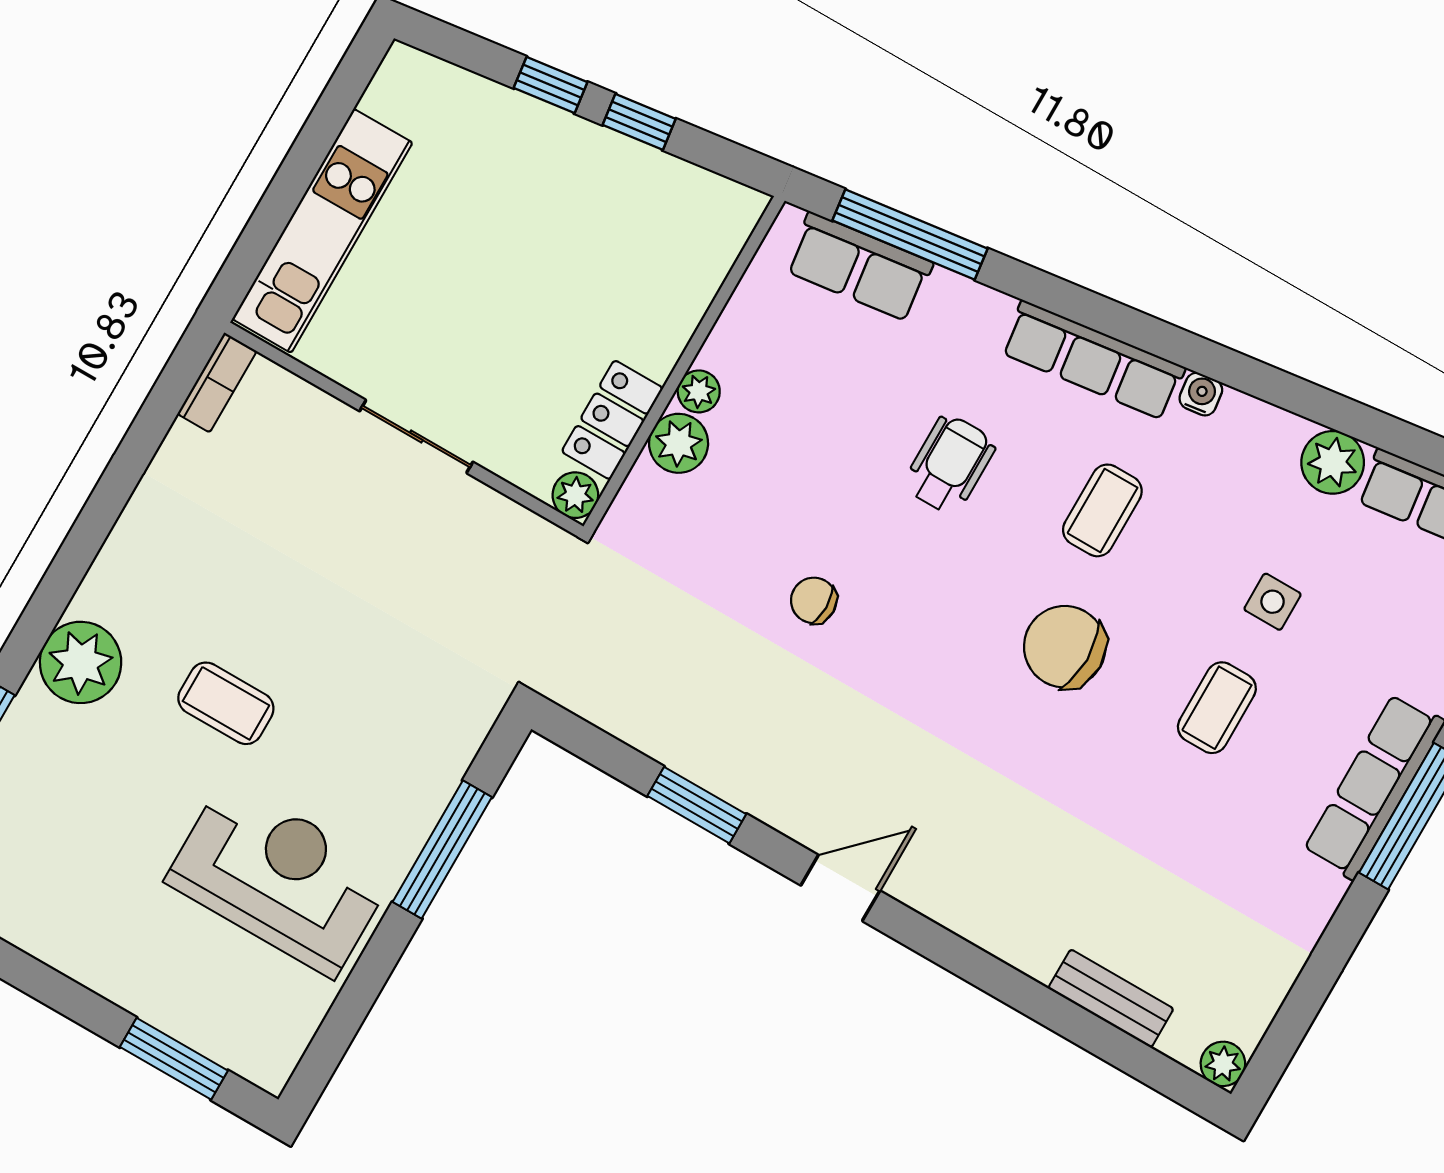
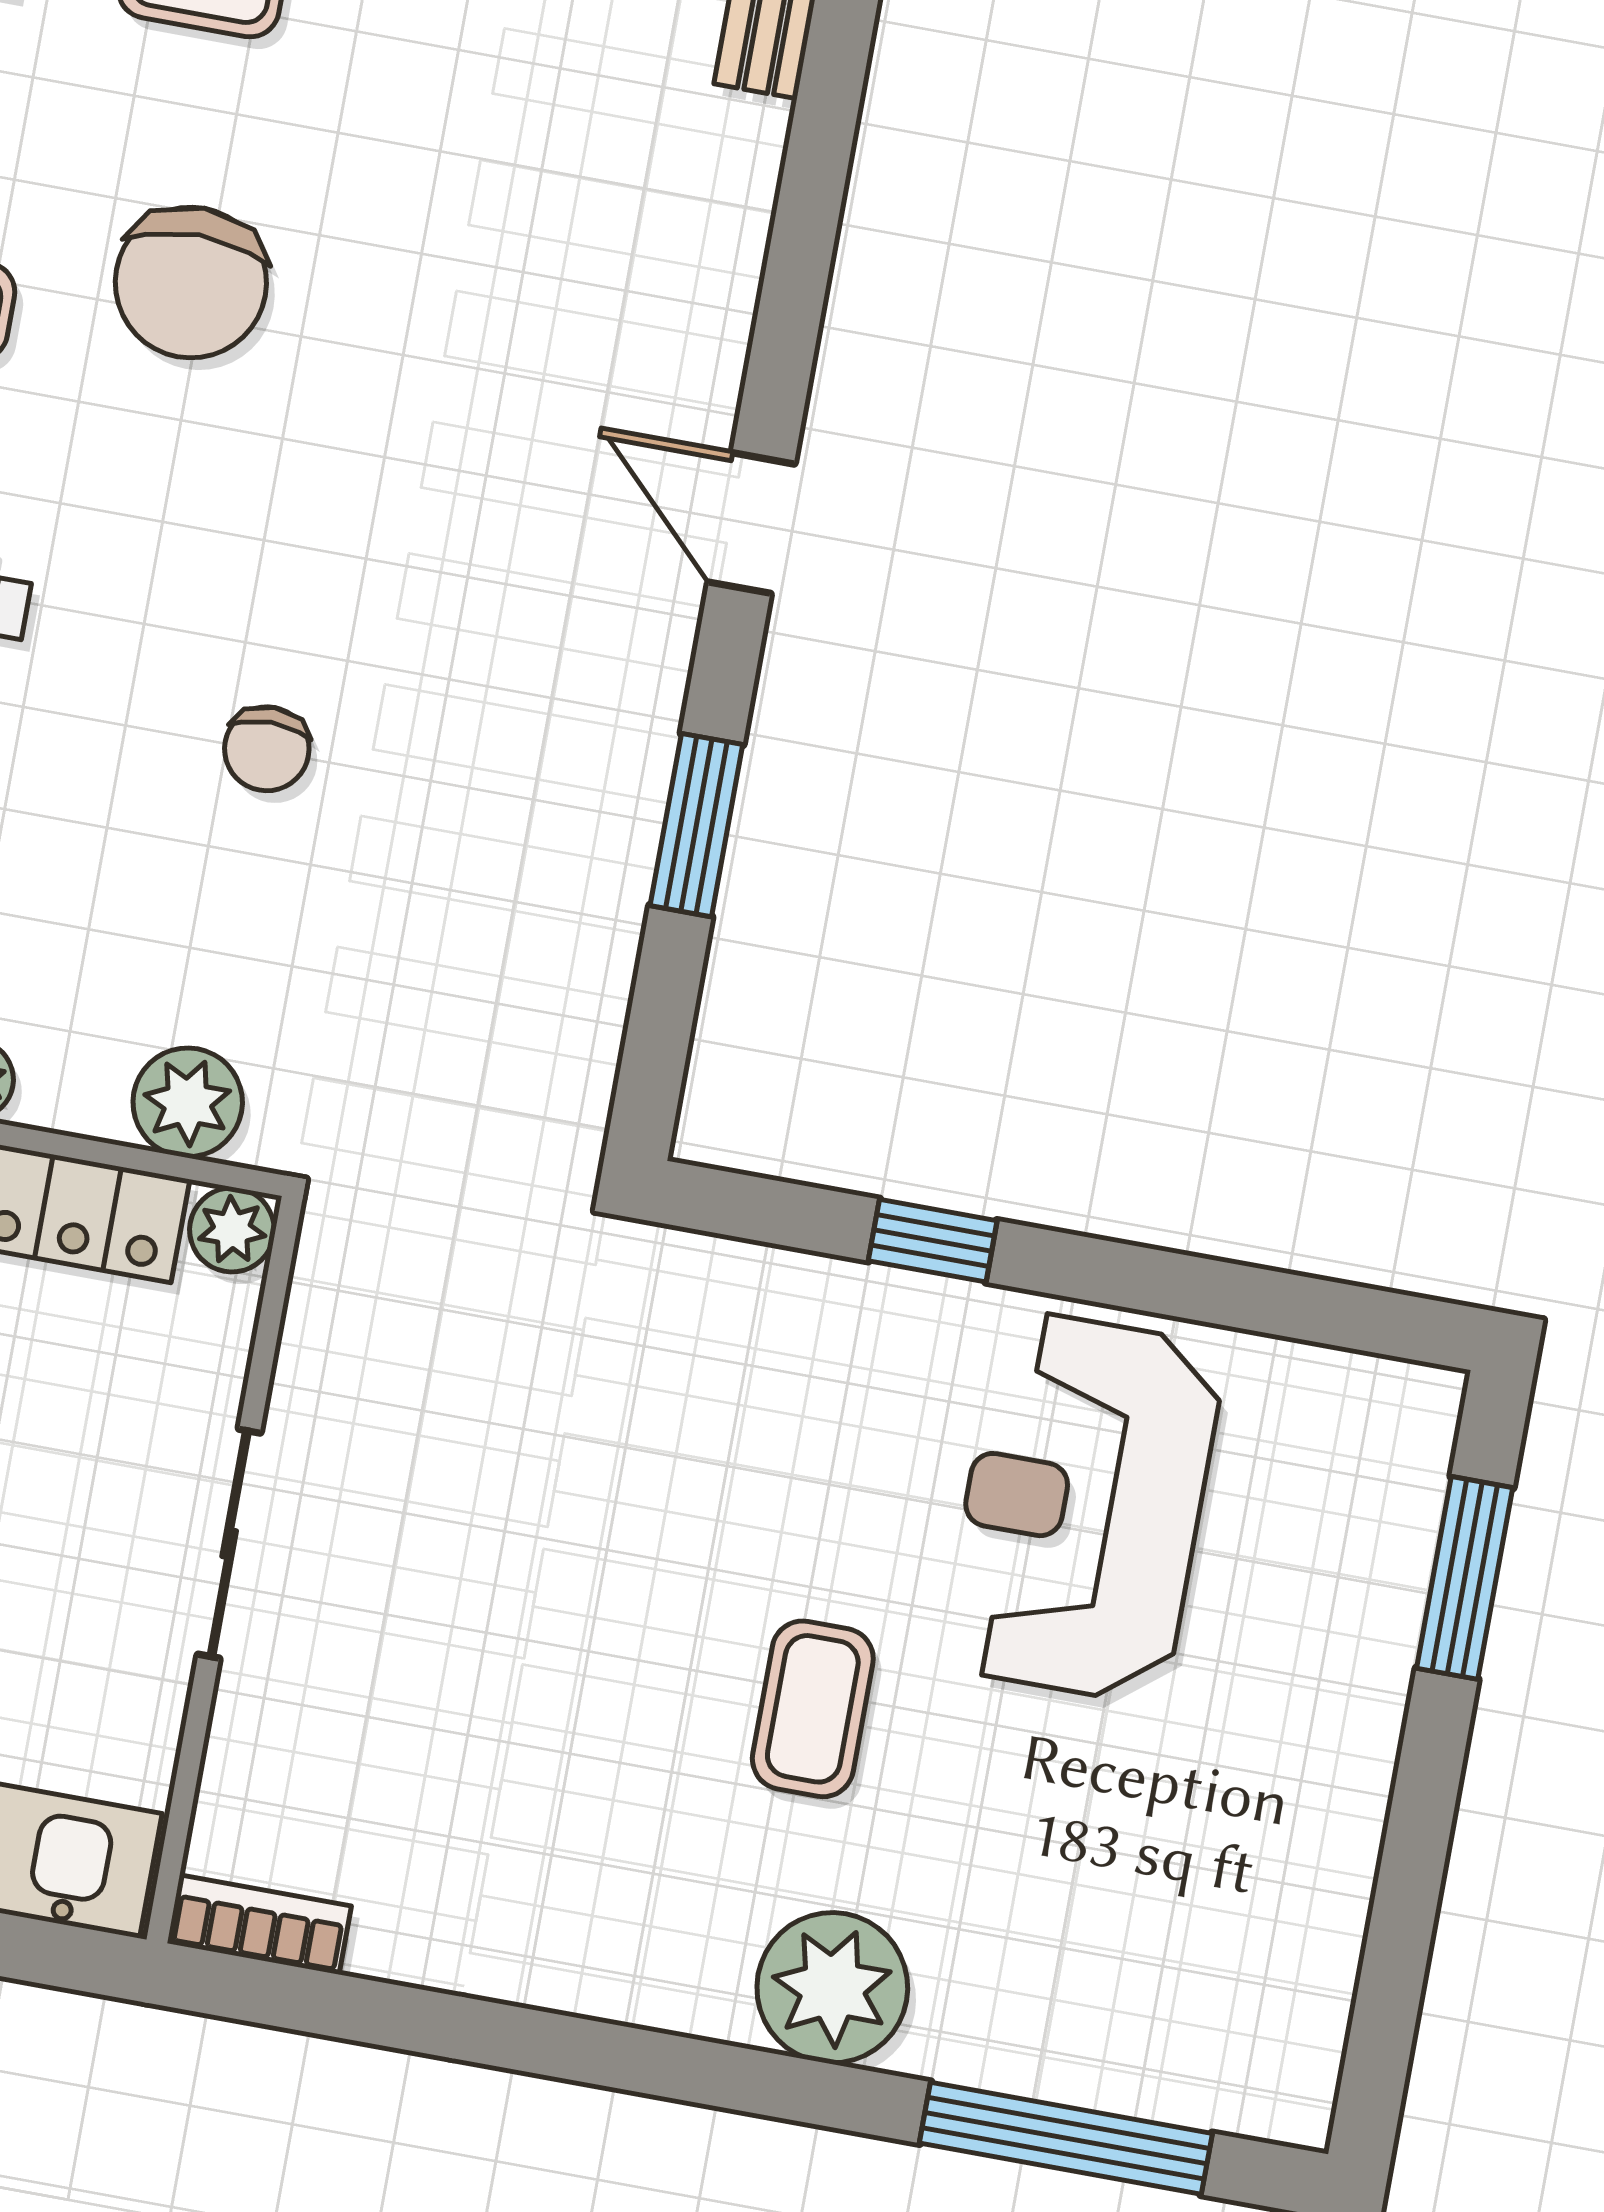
plant: (679, 443) -> (188, 1102), moved
window: (442, 850) -> (933, 1241), width x0.46

